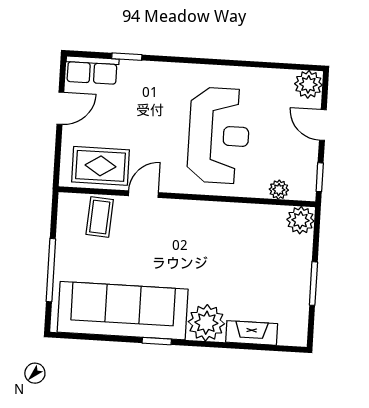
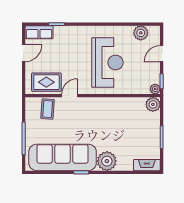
plant: (308, 84) -> (141, 33), moved
door: (323, 125) -> (162, 54), hinge flipped
plant: (279, 190) -> (155, 89), moved
fireplace: (252, 333) -> (147, 165), moved

